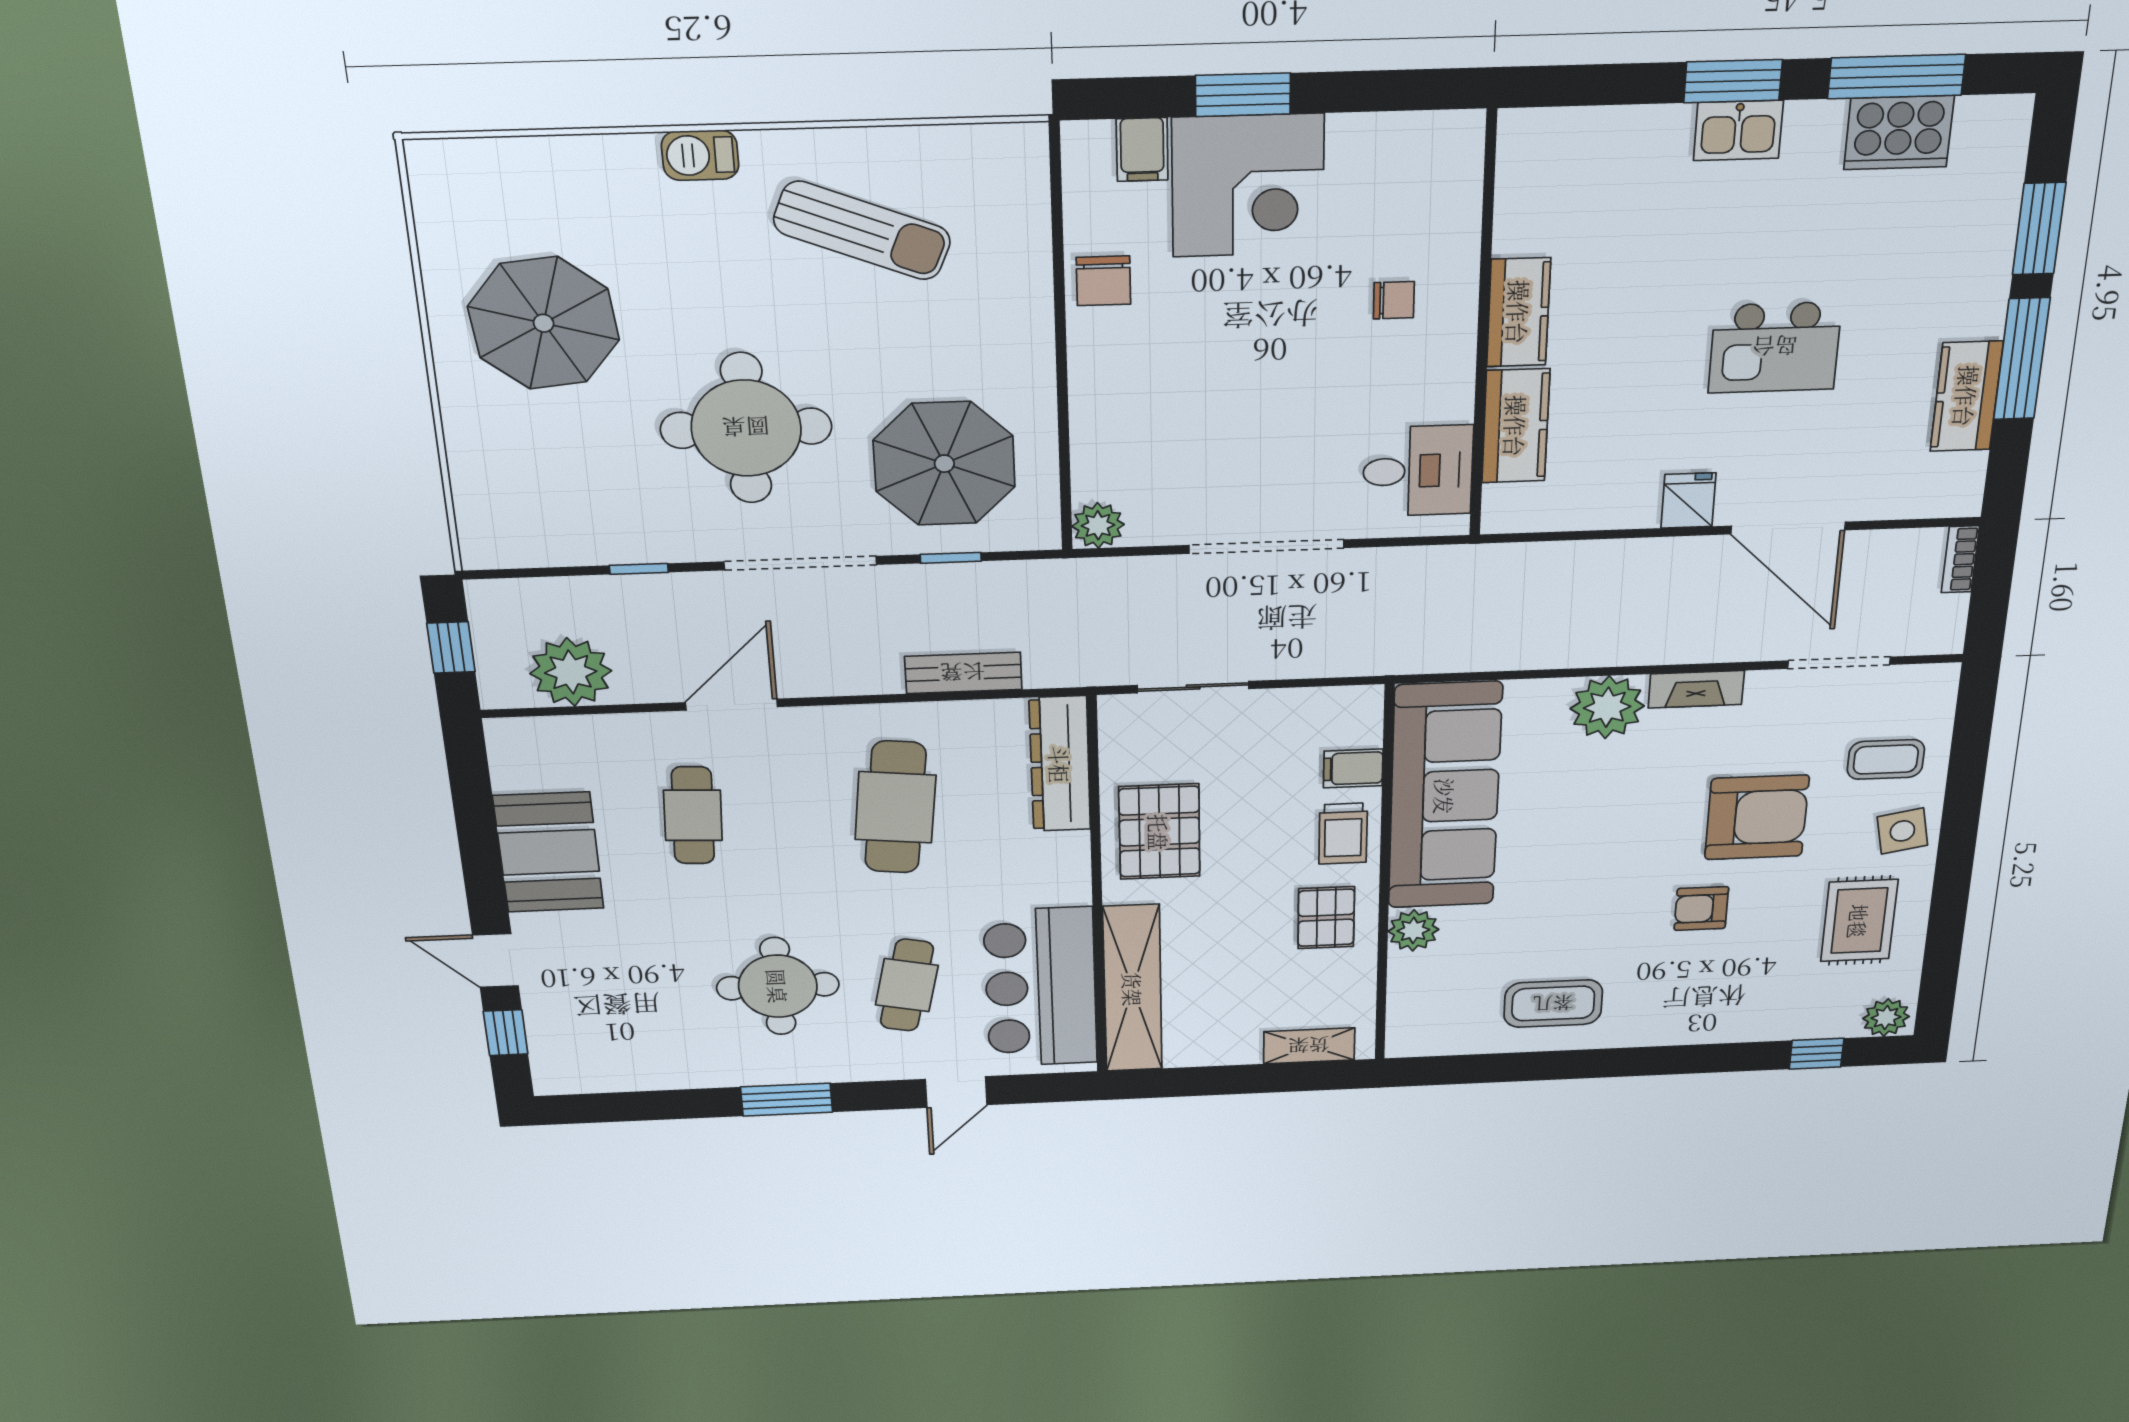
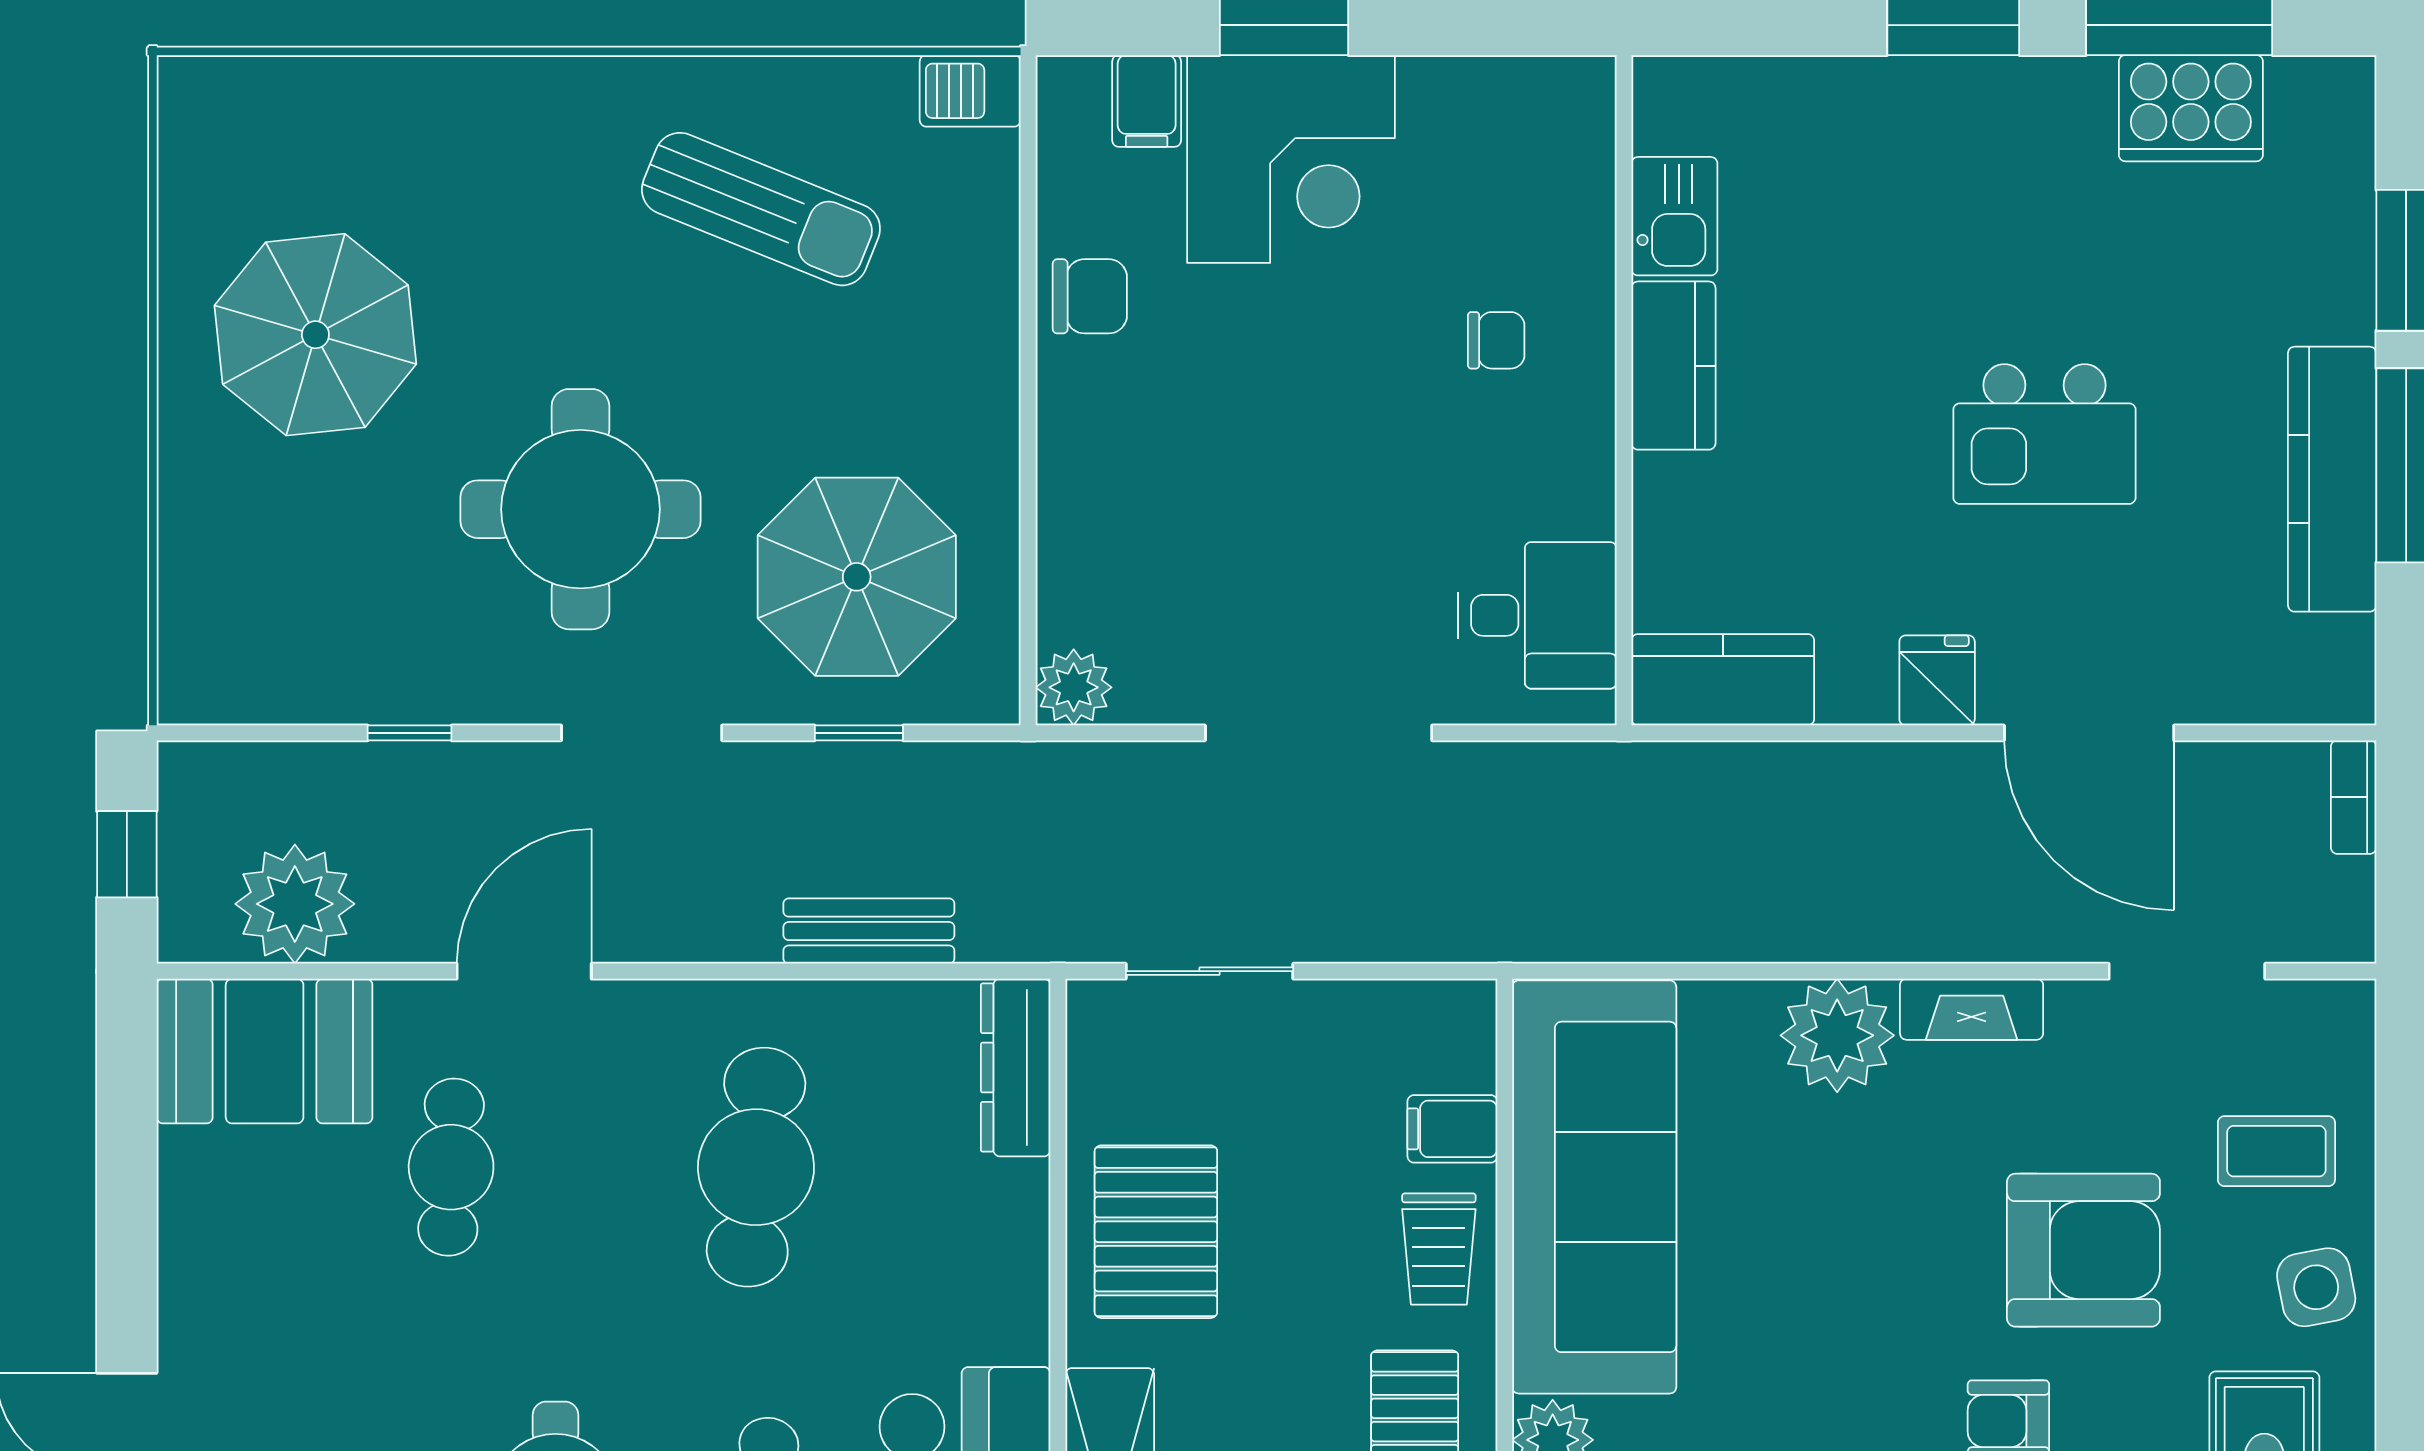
kitchen sink: (1738, 130) -> (1674, 216), moved, turned -90
barbecue: (700, 155) -> (970, 91), moved
chair: (1103, 281) -> (1090, 296), turned -90
kitchen counter: (1967, 396) -> (2332, 479), width x1.50
kitchen counter: (1516, 426) -> (1723, 680), moved, turned -90
doorway: (800, 563) -> (642, 733), width x0.73
dresser: (1060, 764) -> (1016, 1067), width x0.73, depth x0.80
booth: (549, 852) -> (265, 1051), moved, turned 90

